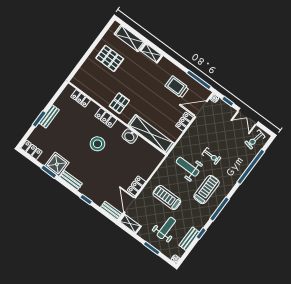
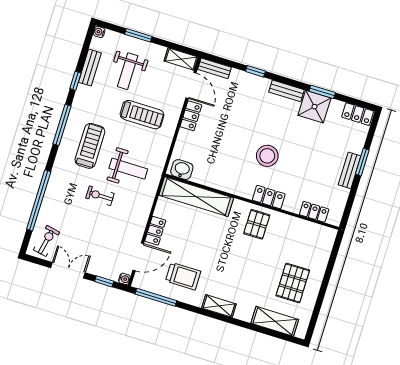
shelving: (151, 53) -> (219, 306), moved
pallet: (110, 58) -> (293, 283), turned 90
washbasin: (130, 136) -> (182, 170), moved
treadmill: (207, 190) -> (90, 146), turned 180

